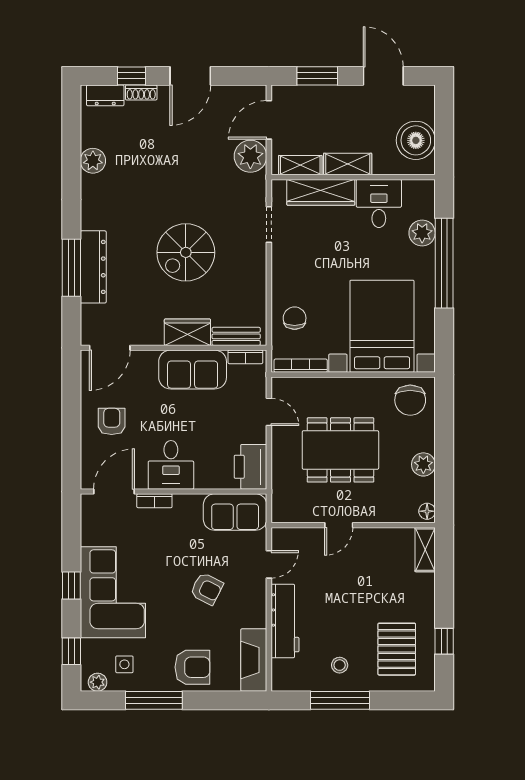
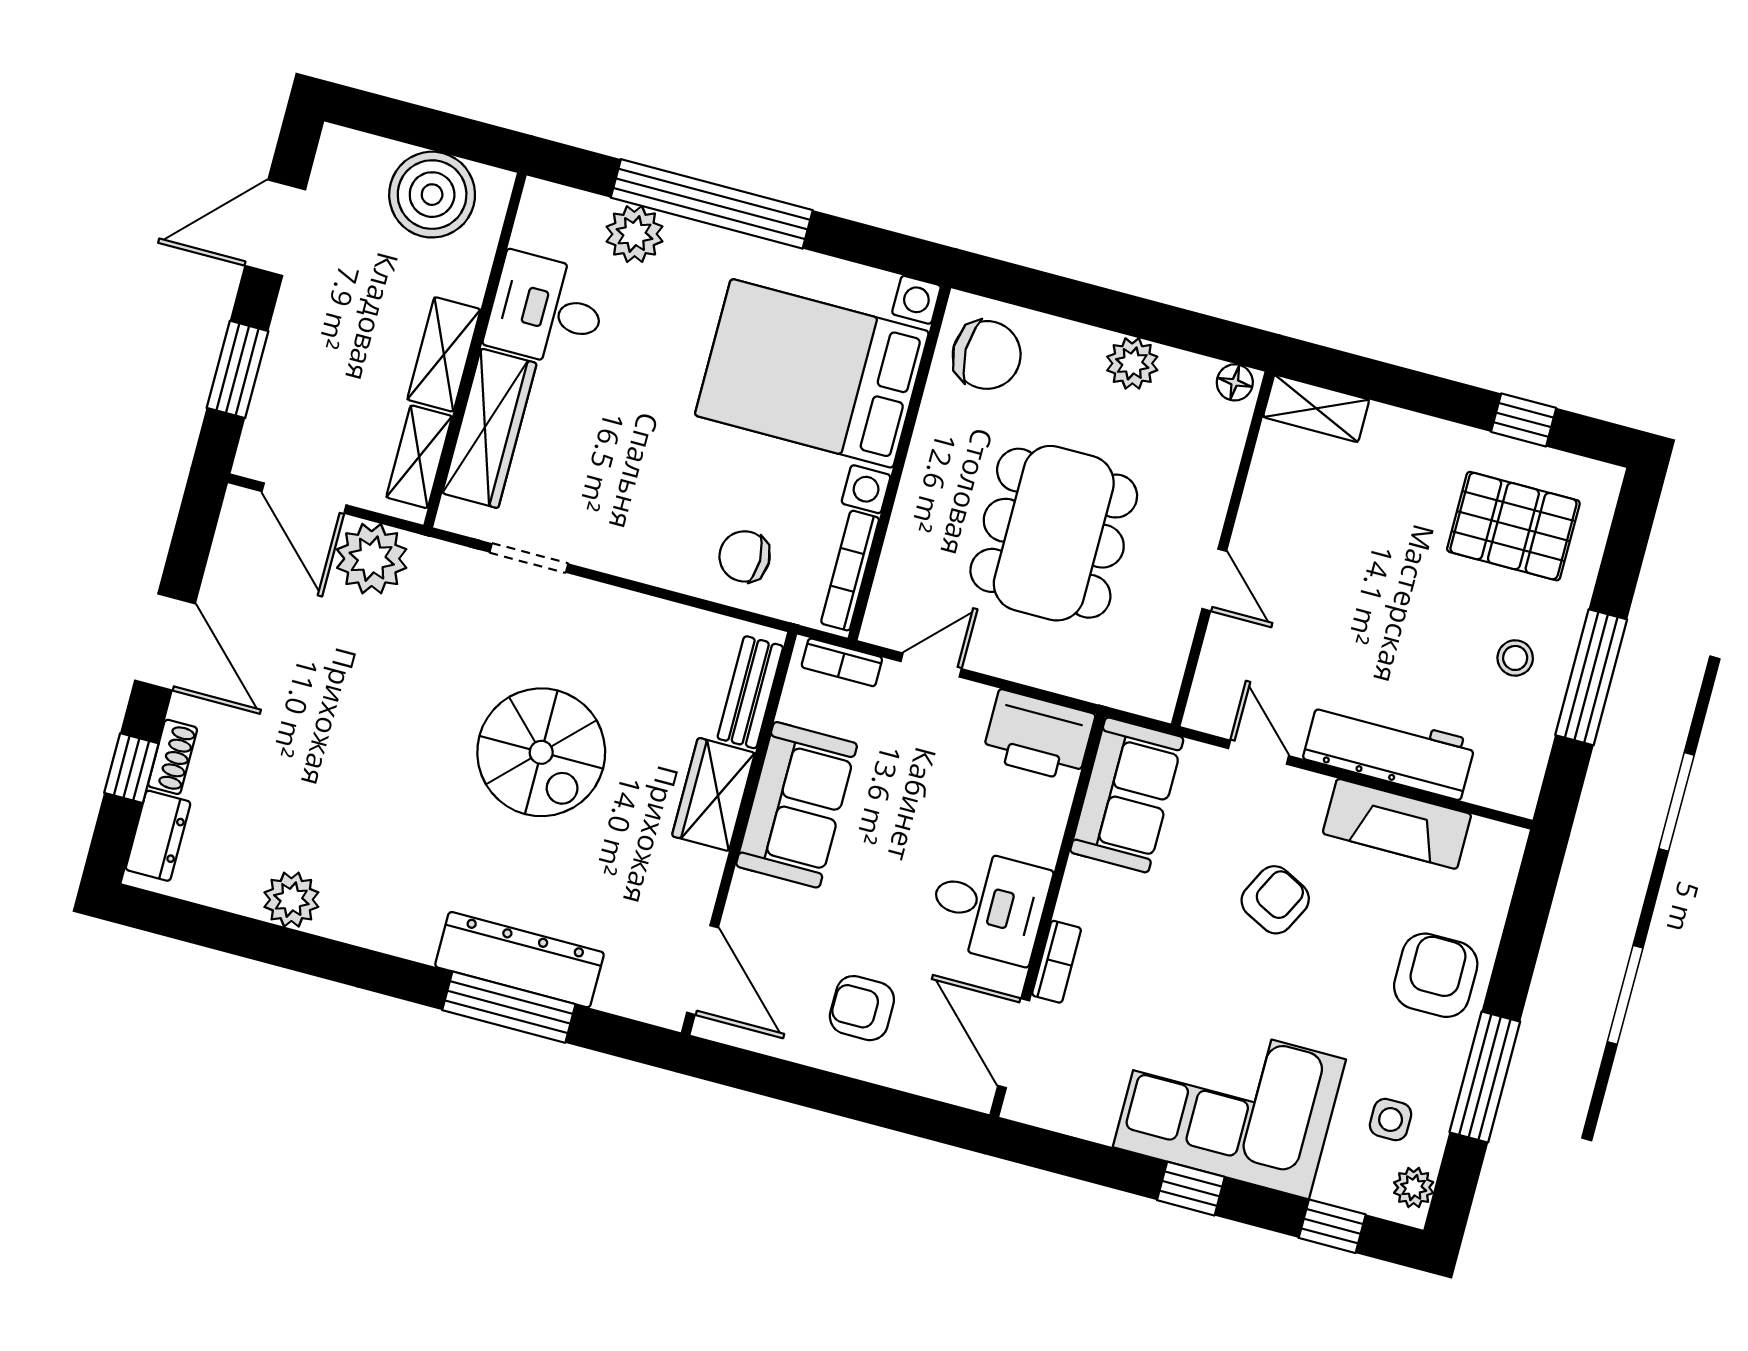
bookcase: (245, 357) -> (842, 662), moved, turned 90
fireplace: (254, 660) -> (1397, 824), moved

